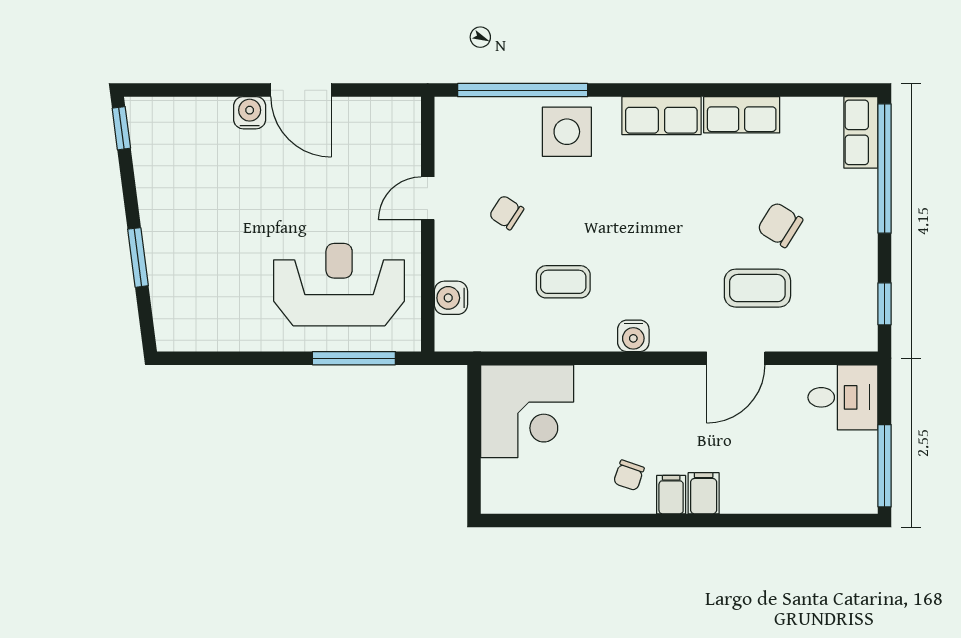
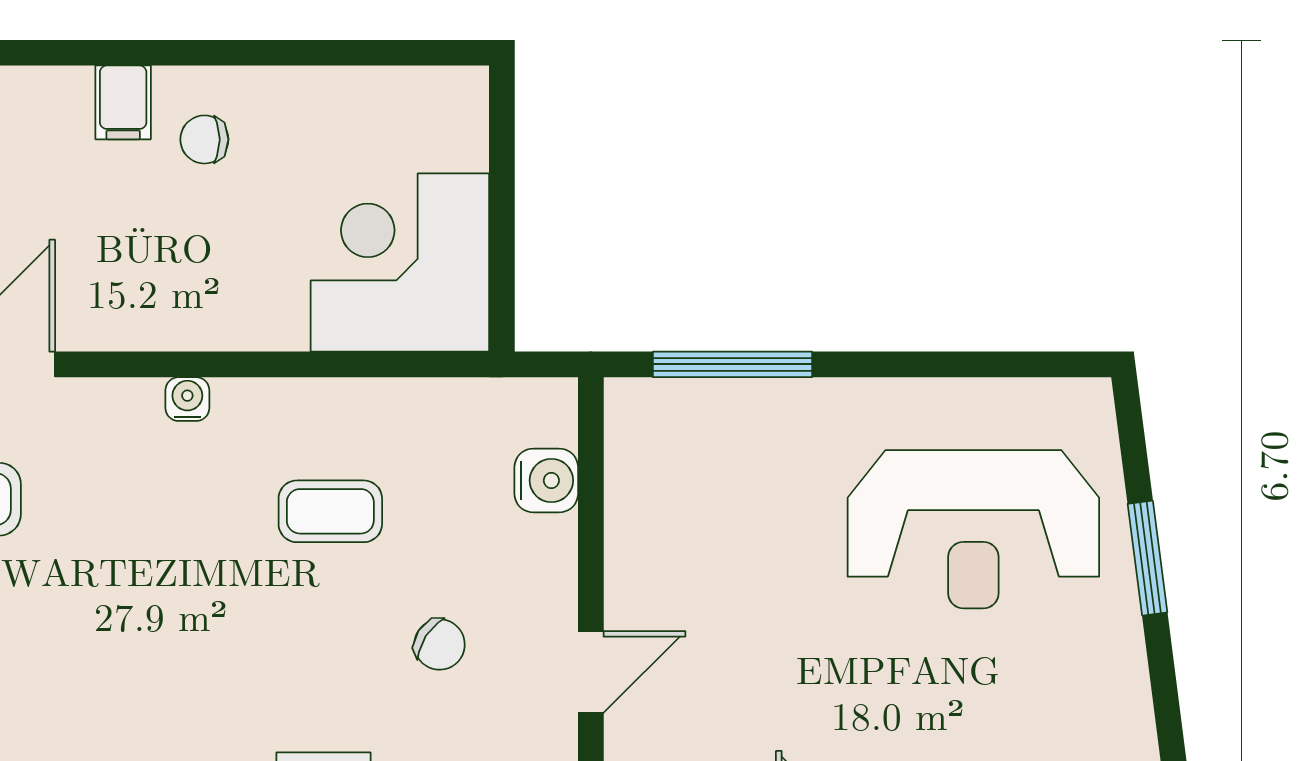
reception desk: (339, 285) -> (973, 529), moved
water cooler: (633, 336) -> (187, 399), width x0.72, depth x0.72
chair: (629, 475) -> (204, 139), turned -109
filing cabinet: (704, 493) -> (61, 105), removed

